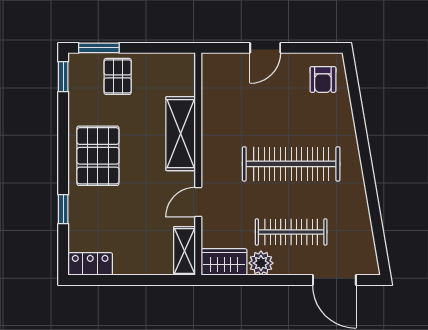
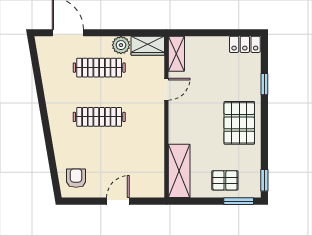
pallet: (118, 76) -> (225, 180), turned 90
shelving: (181, 134) -> (179, 171), moved
clothes rail: (291, 164) -> (99, 117), width x0.73, depth x0.76

